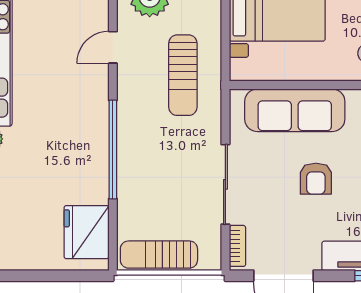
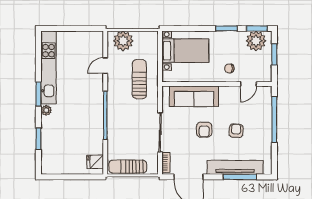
sun lounger: (183, 75) -> (139, 79), turned 180
fridge: (87, 232) -> (95, 162), width x0.53, depth x0.75

